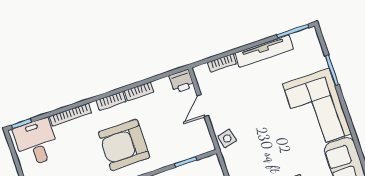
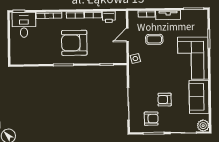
tv unit: (264, 51) -> (168, 15), width x0.71
printer: (181, 81) -> (109, 17), moved
coffee table: (247, 99) -> (154, 39), added

